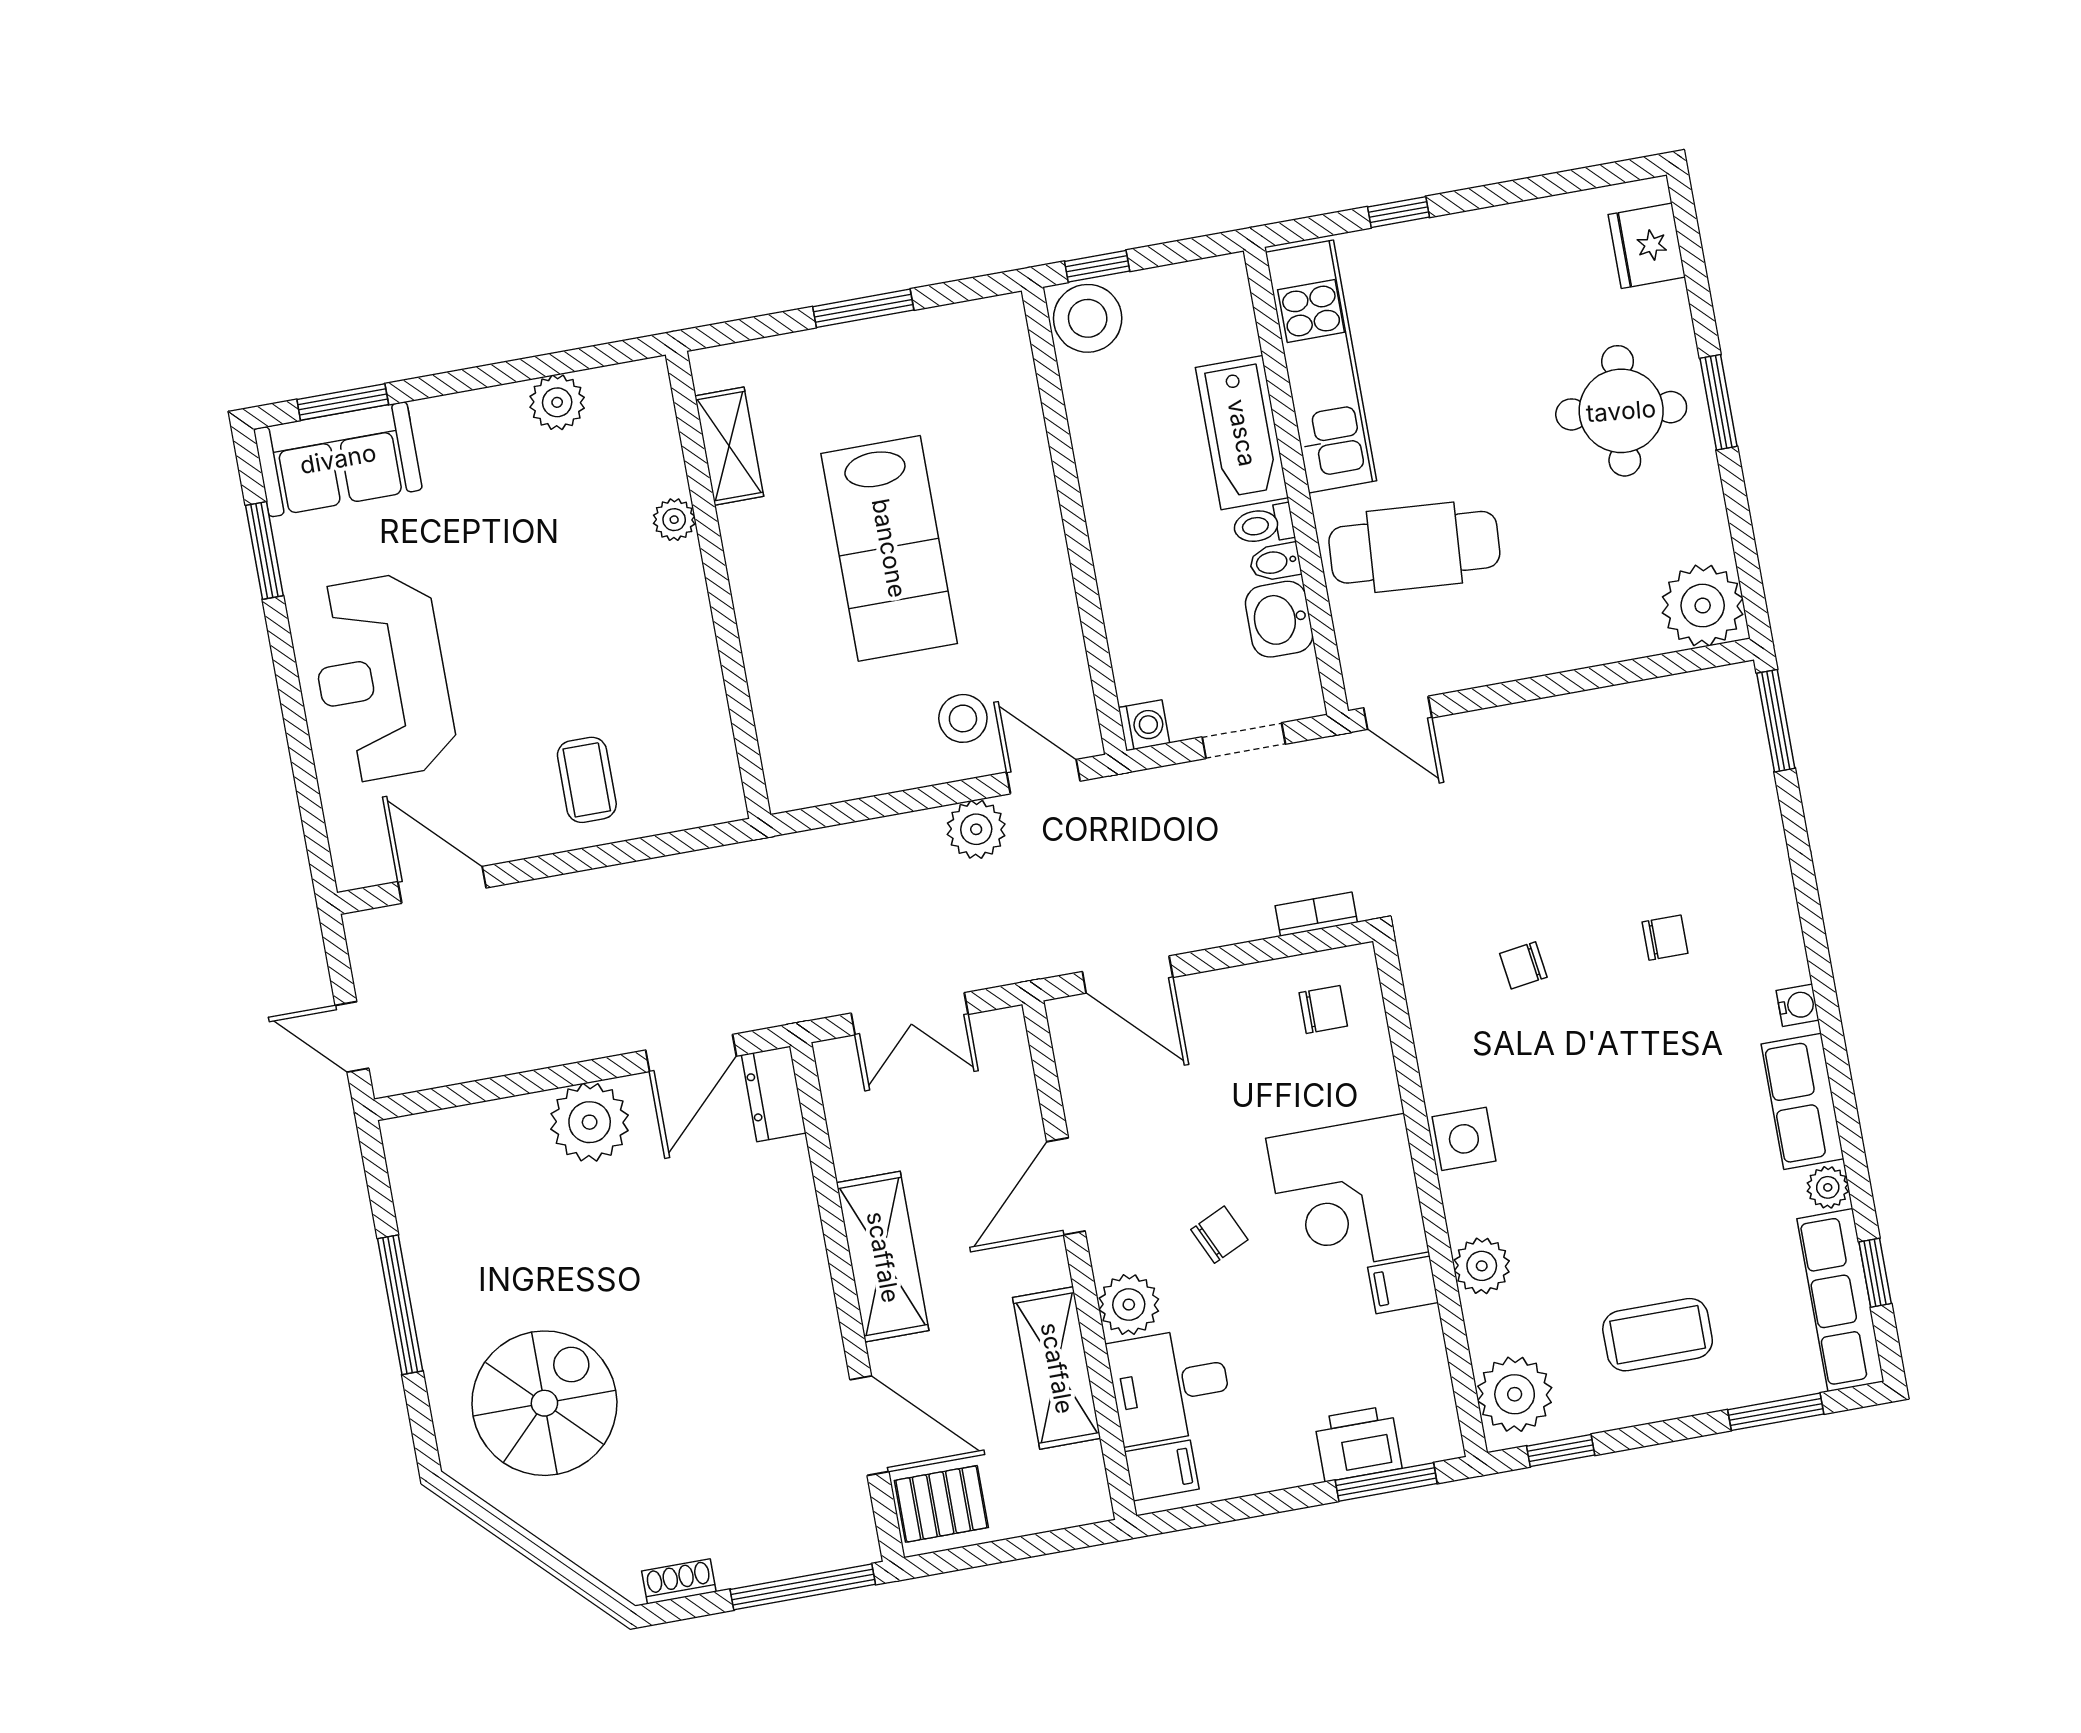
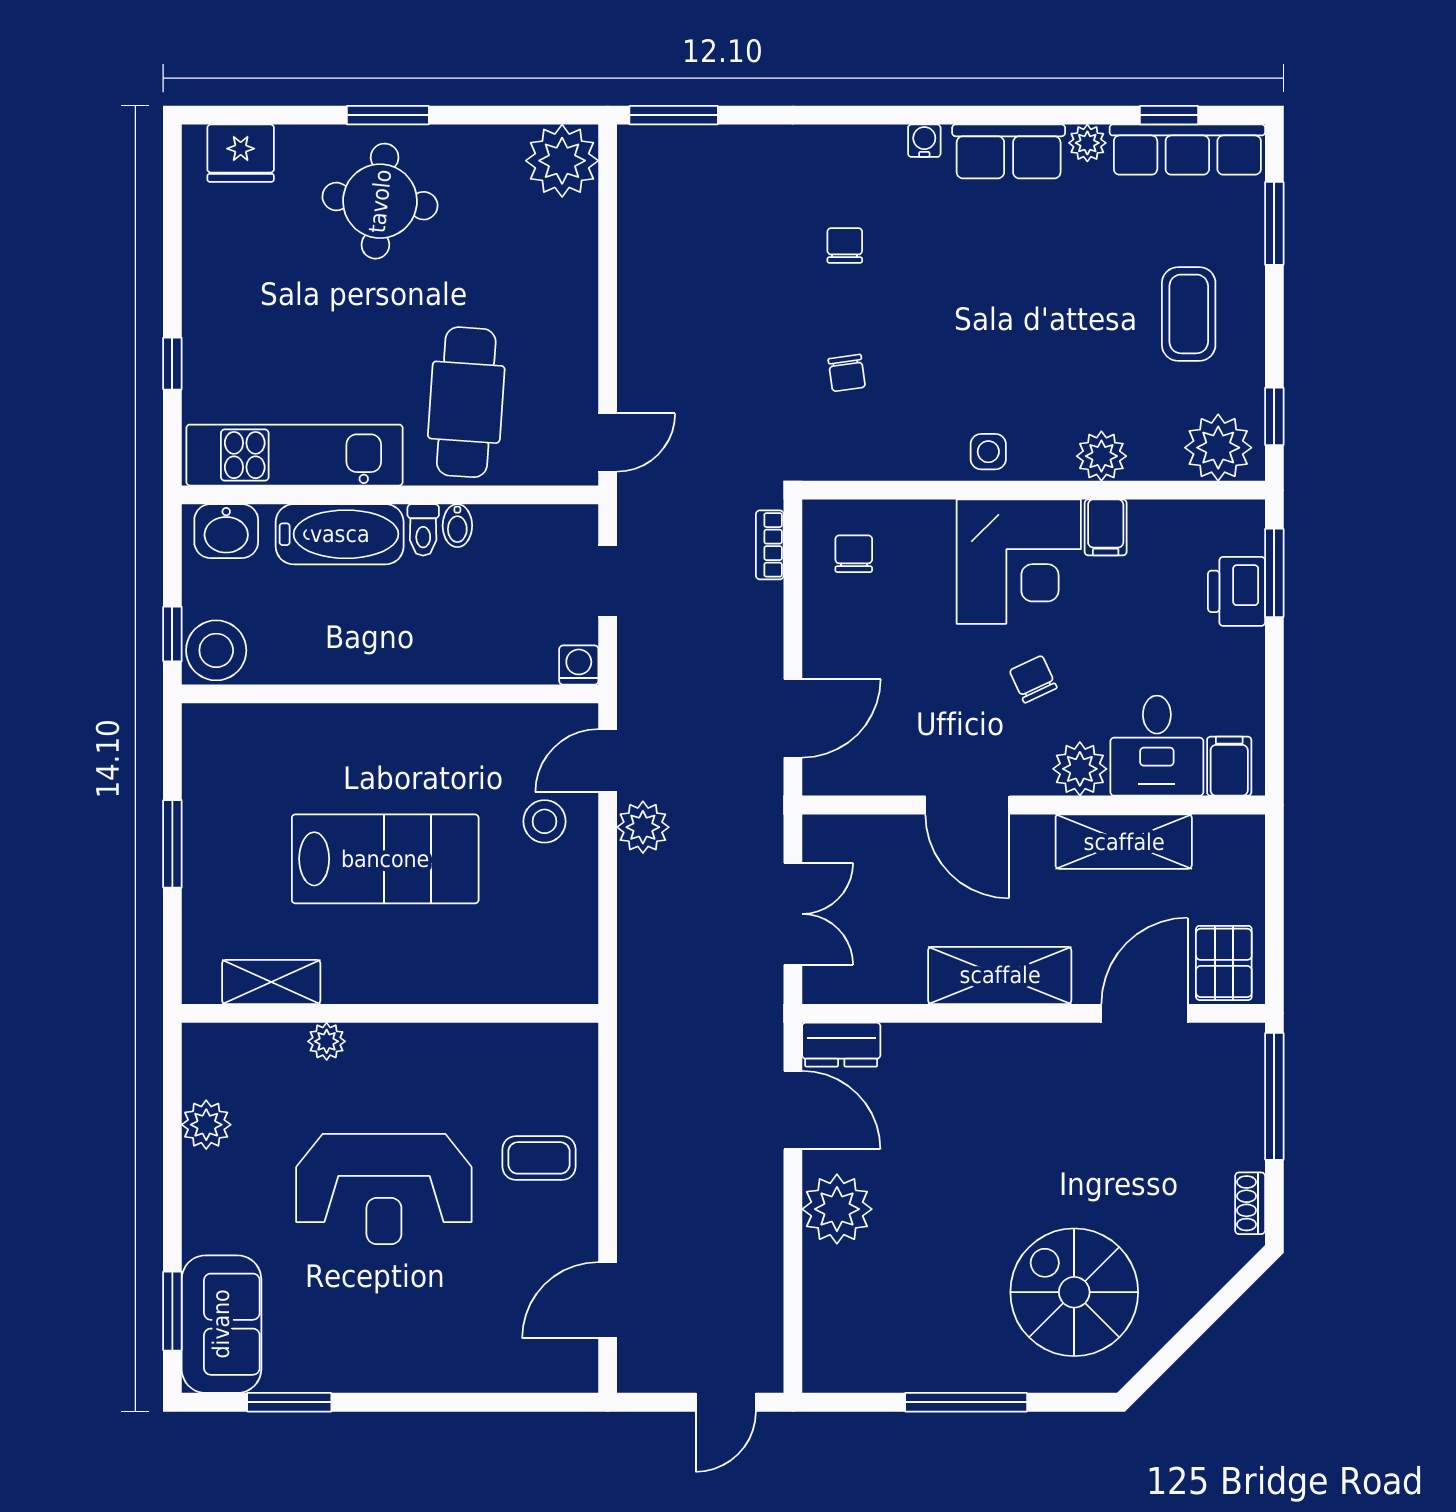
washbasin: (1279, 619) -> (226, 531), moved
reception desk: (382, 677) -> (384, 1189), moved
side table: (1464, 1139) -> (988, 452), width x0.73, depth x0.73

